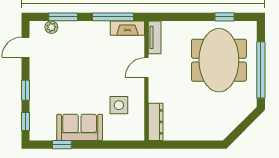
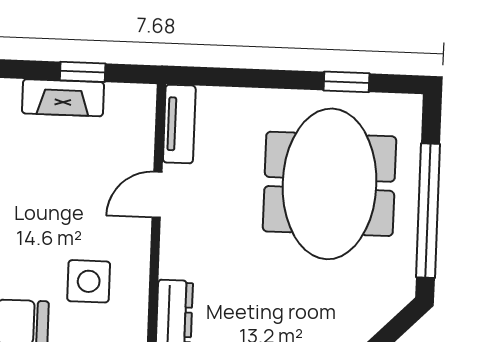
window: (113, 17) -> (83, 72), width x0.46
fireplace: (127, 28) -> (63, 98), moved

